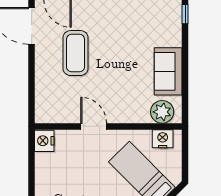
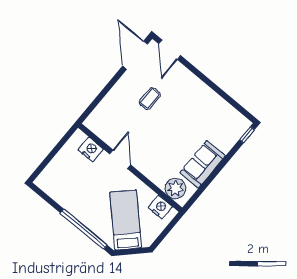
coffee table: (76, 53) -> (150, 99), width x0.54, depth x0.58
nightstand: (44, 141) -> (91, 150), moved, turned 90

